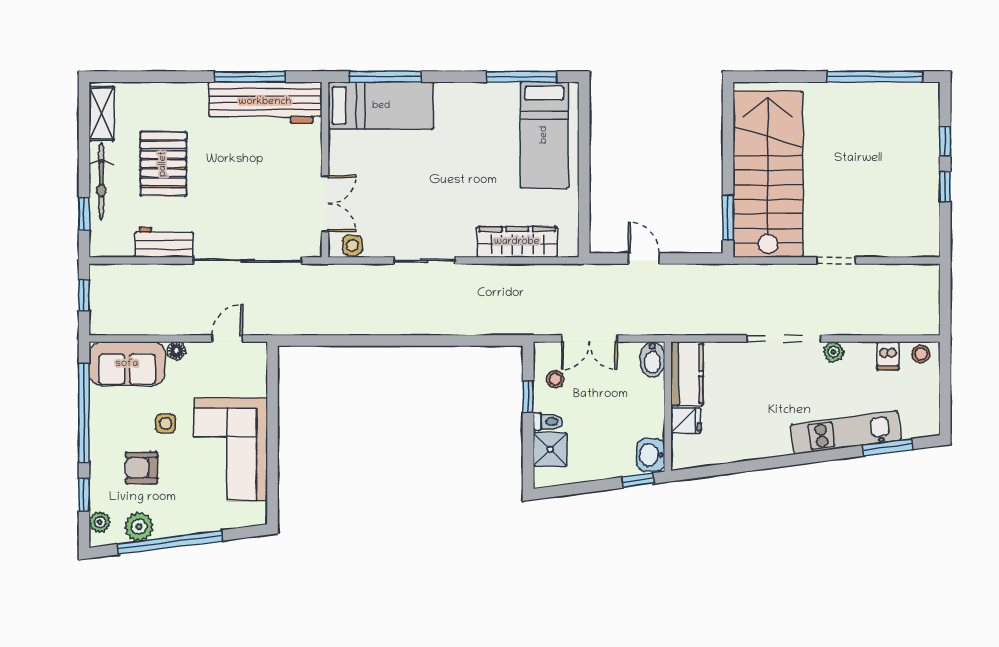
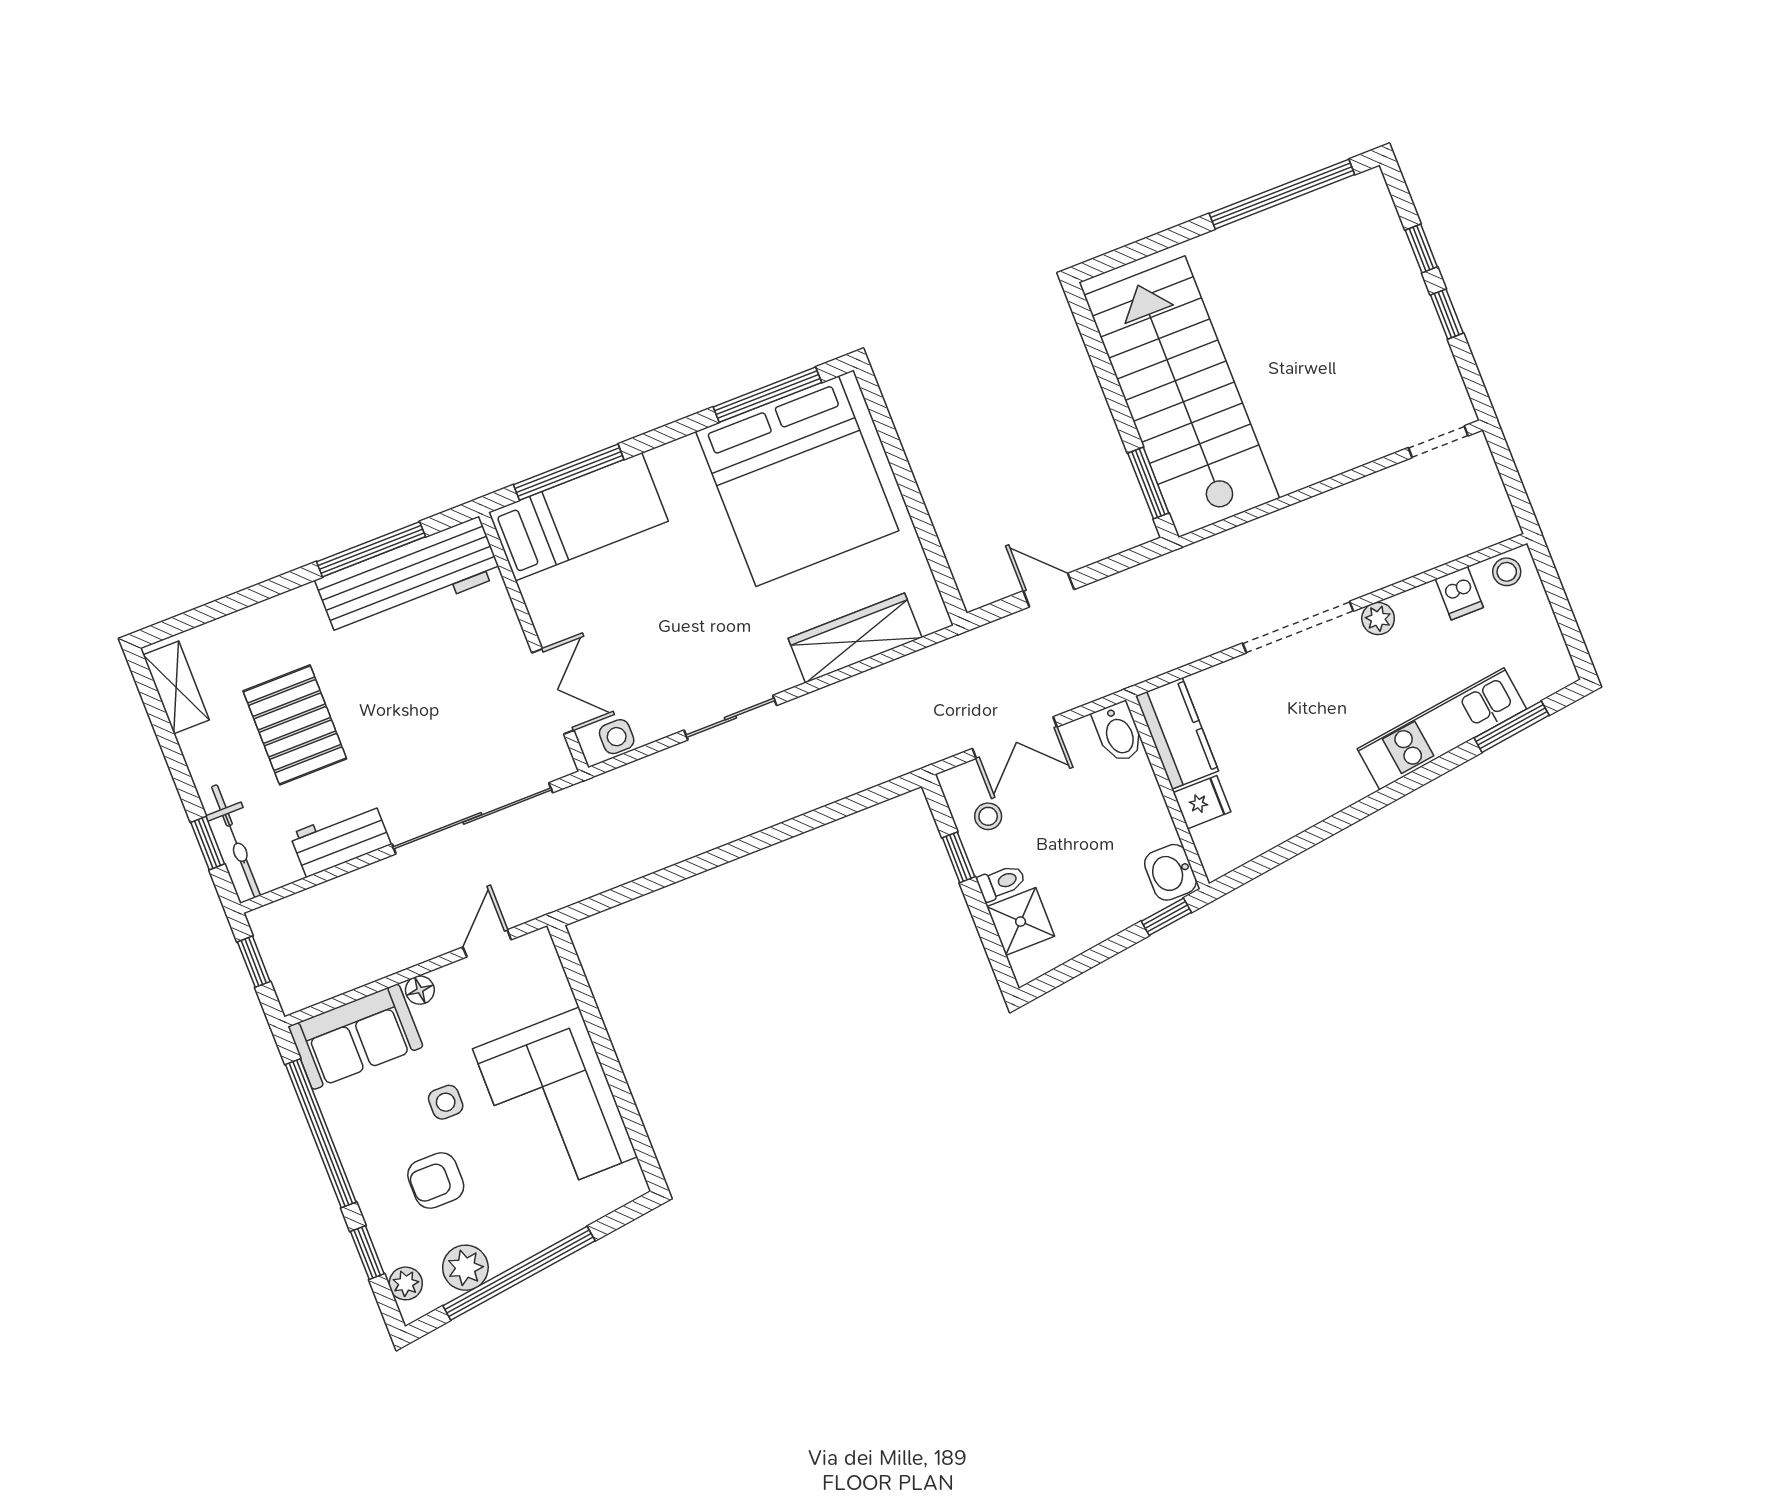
bed: (544, 135) -> (797, 481), width x2.04
bicycle: (101, 181) -> (236, 841), moved
doorway: (836, 261) -> (1438, 442), moved

